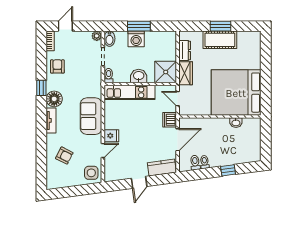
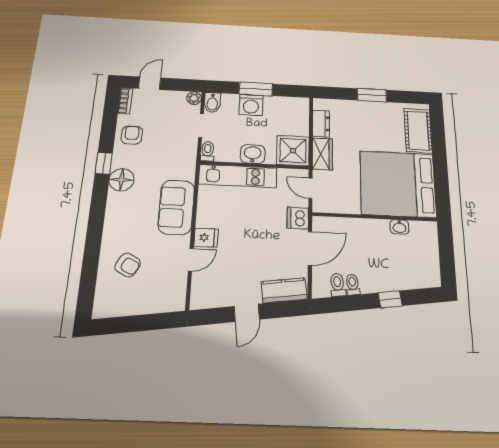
cot: (220, 40) -> (418, 131), moved, turned 90
tv unit: (51, 120) -> (113, 211), removed
side table: (91, 173) -> (169, 294), removed

